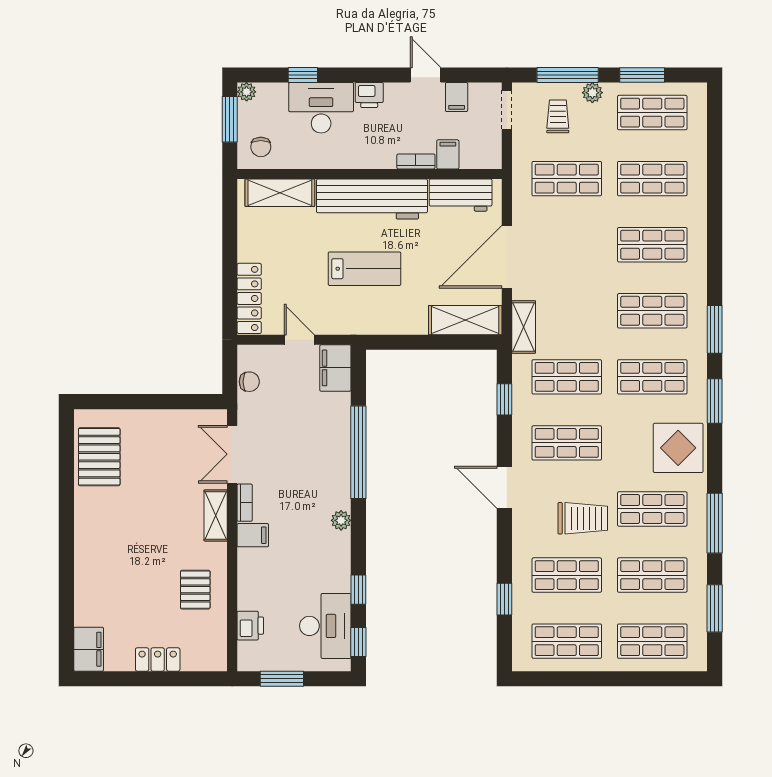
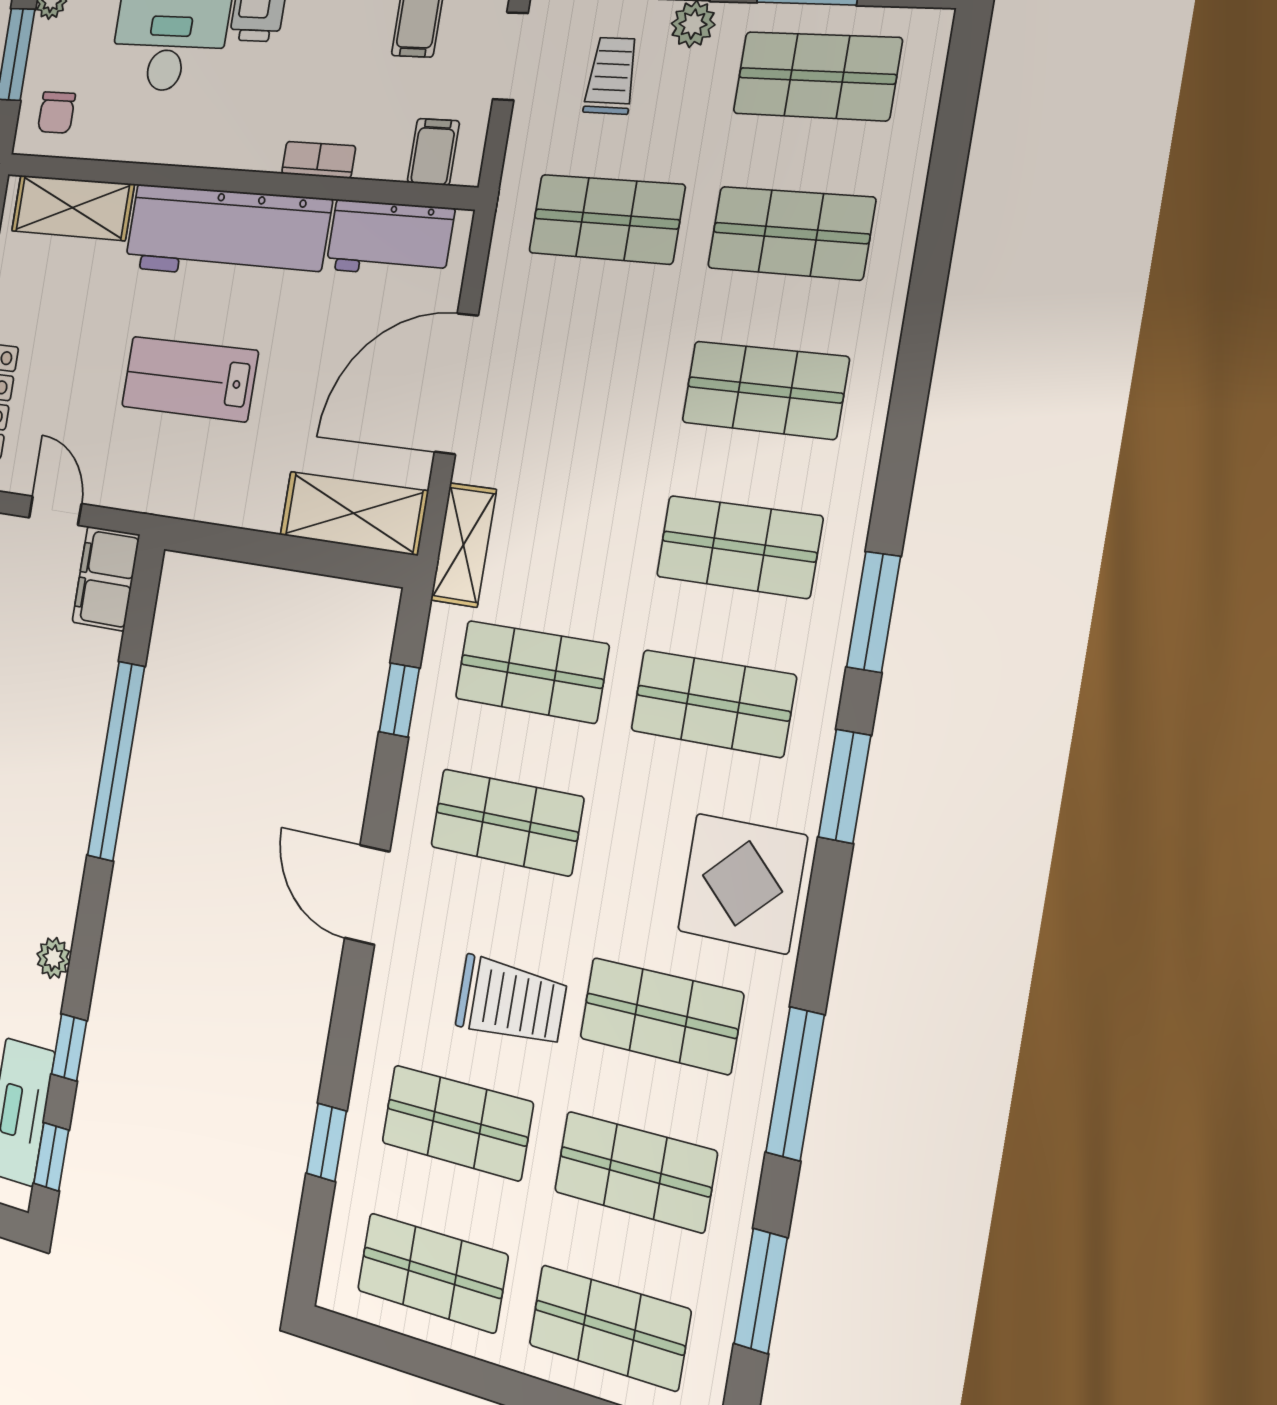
filing cabinet: (448, 154) -> (433, 152), moved
lab bench: (364, 269) -> (189, 379), turned 180
plant: (341, 520) -> (53, 958), moved

